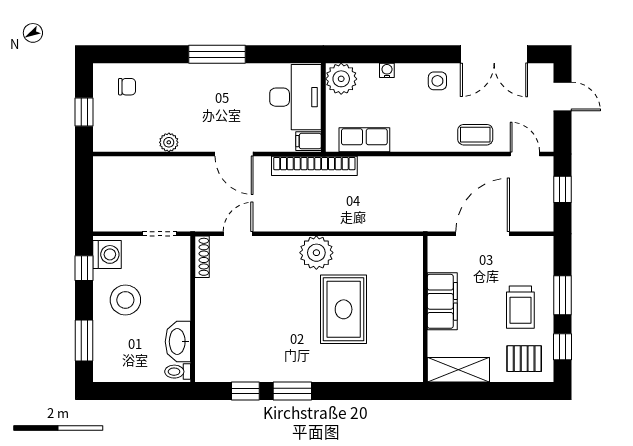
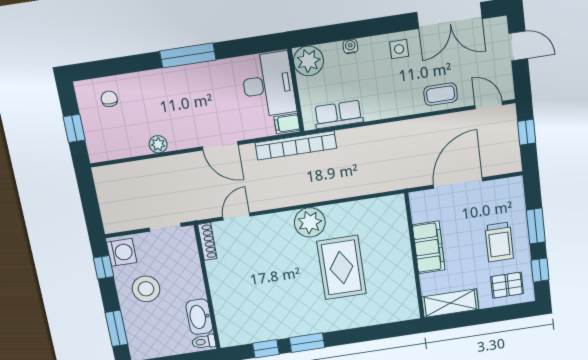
chair: (127, 87) -> (109, 99), turned -90

